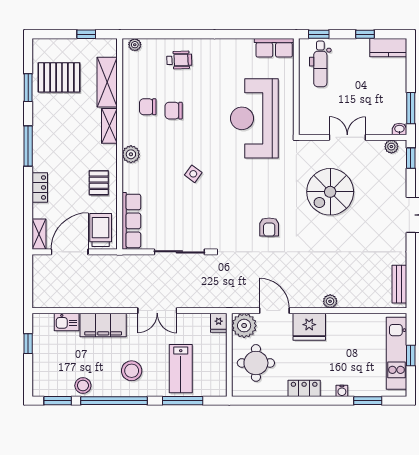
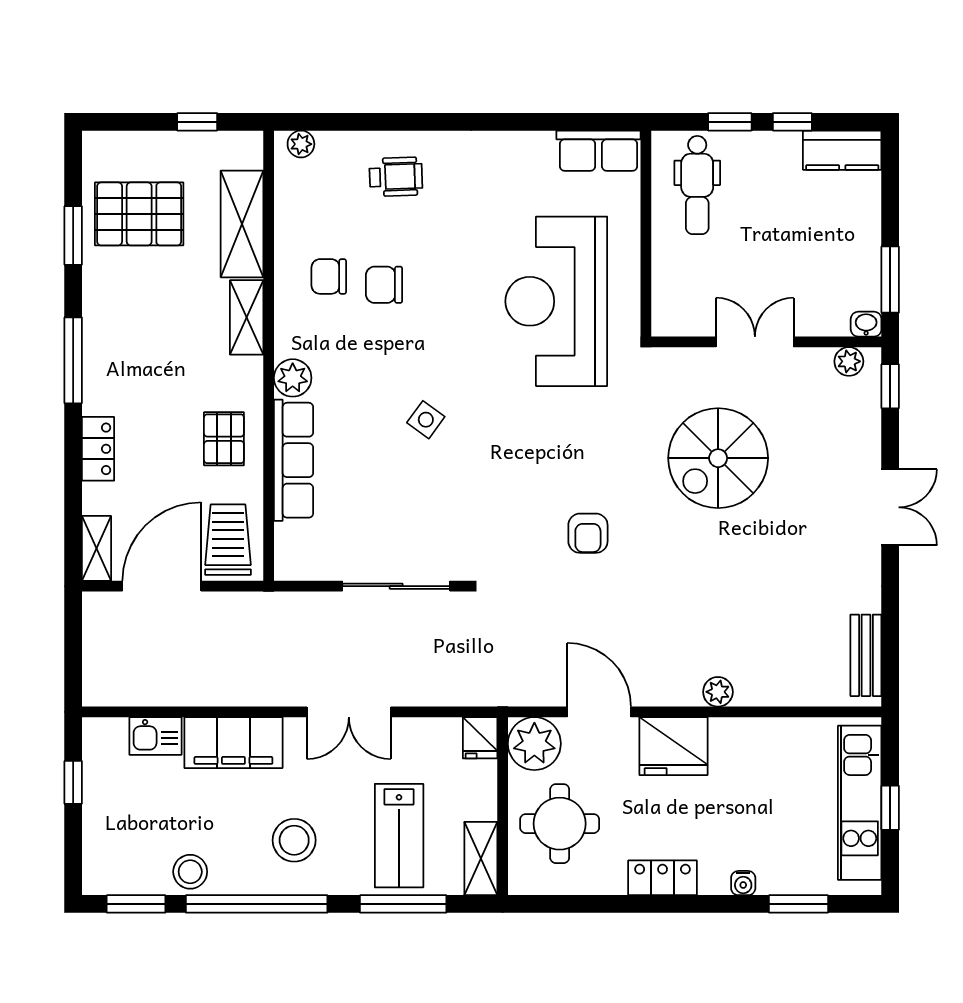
window: (319, 34) -> (730, 122), moved
row of seats: (131, 221) -> (294, 460), moved
shelving: (219, 379) -> (481, 858), added

